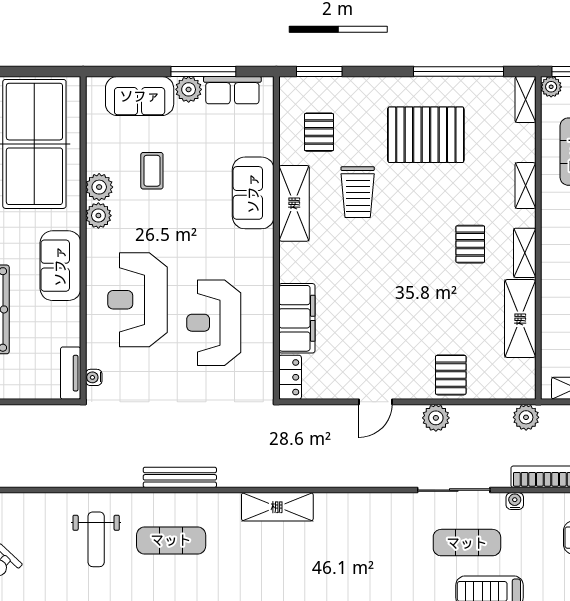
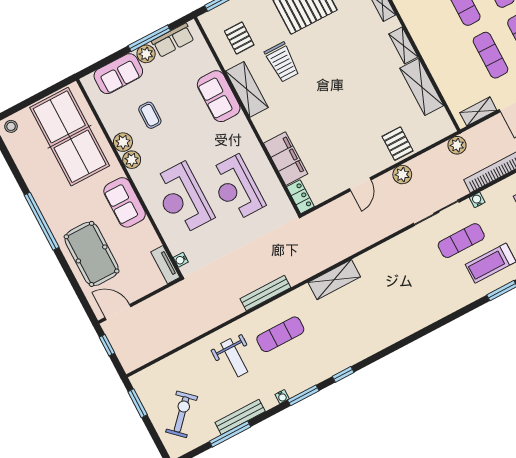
pallet: (470, 244) -> (367, 58), removed

